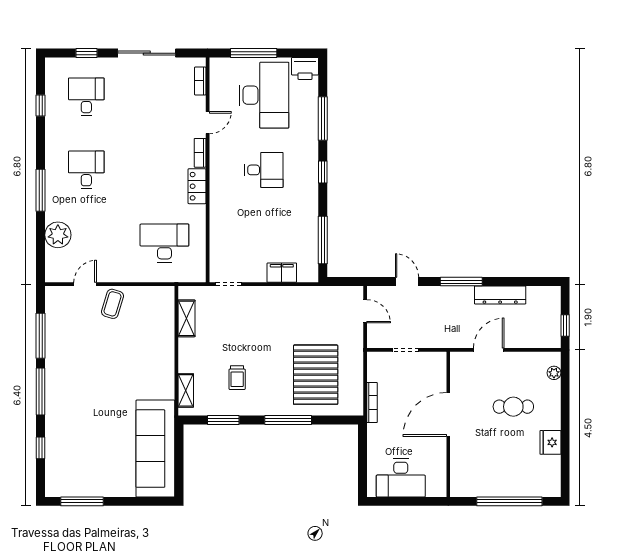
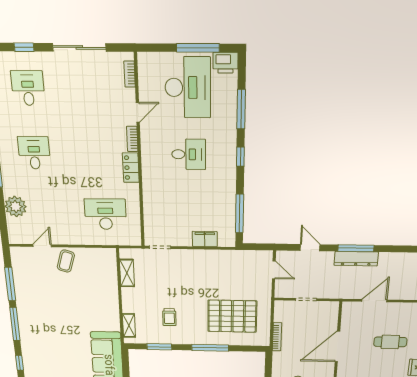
window: (254, 53) -> (198, 48), moved
dresser: (500, 295) -> (356, 259), moved
pallet: (316, 375) -> (232, 316), turned 90

